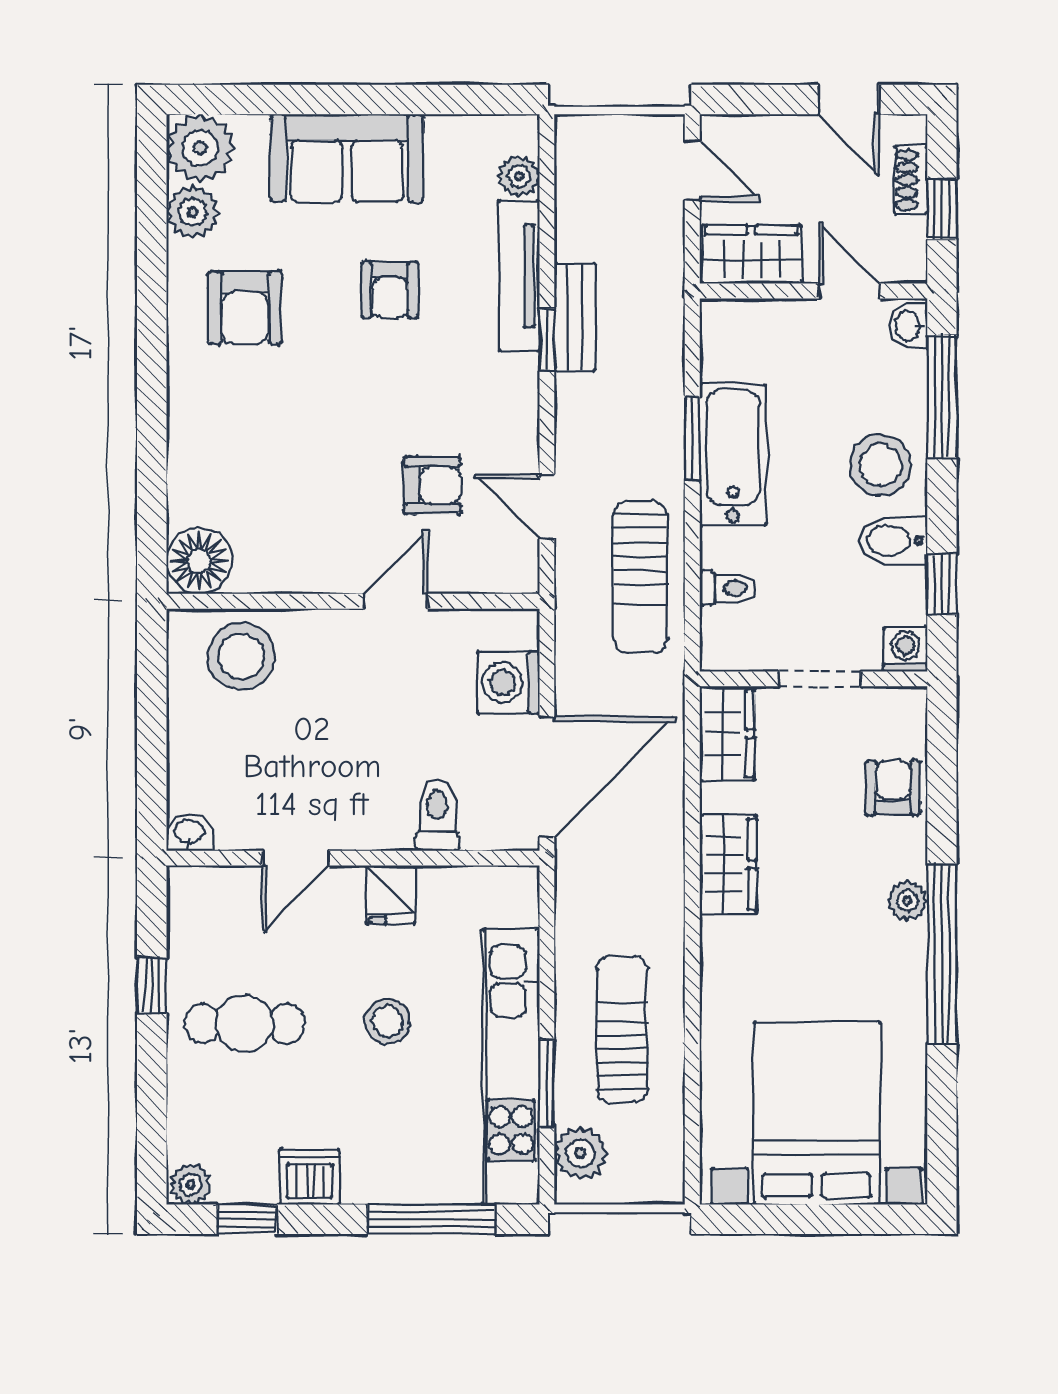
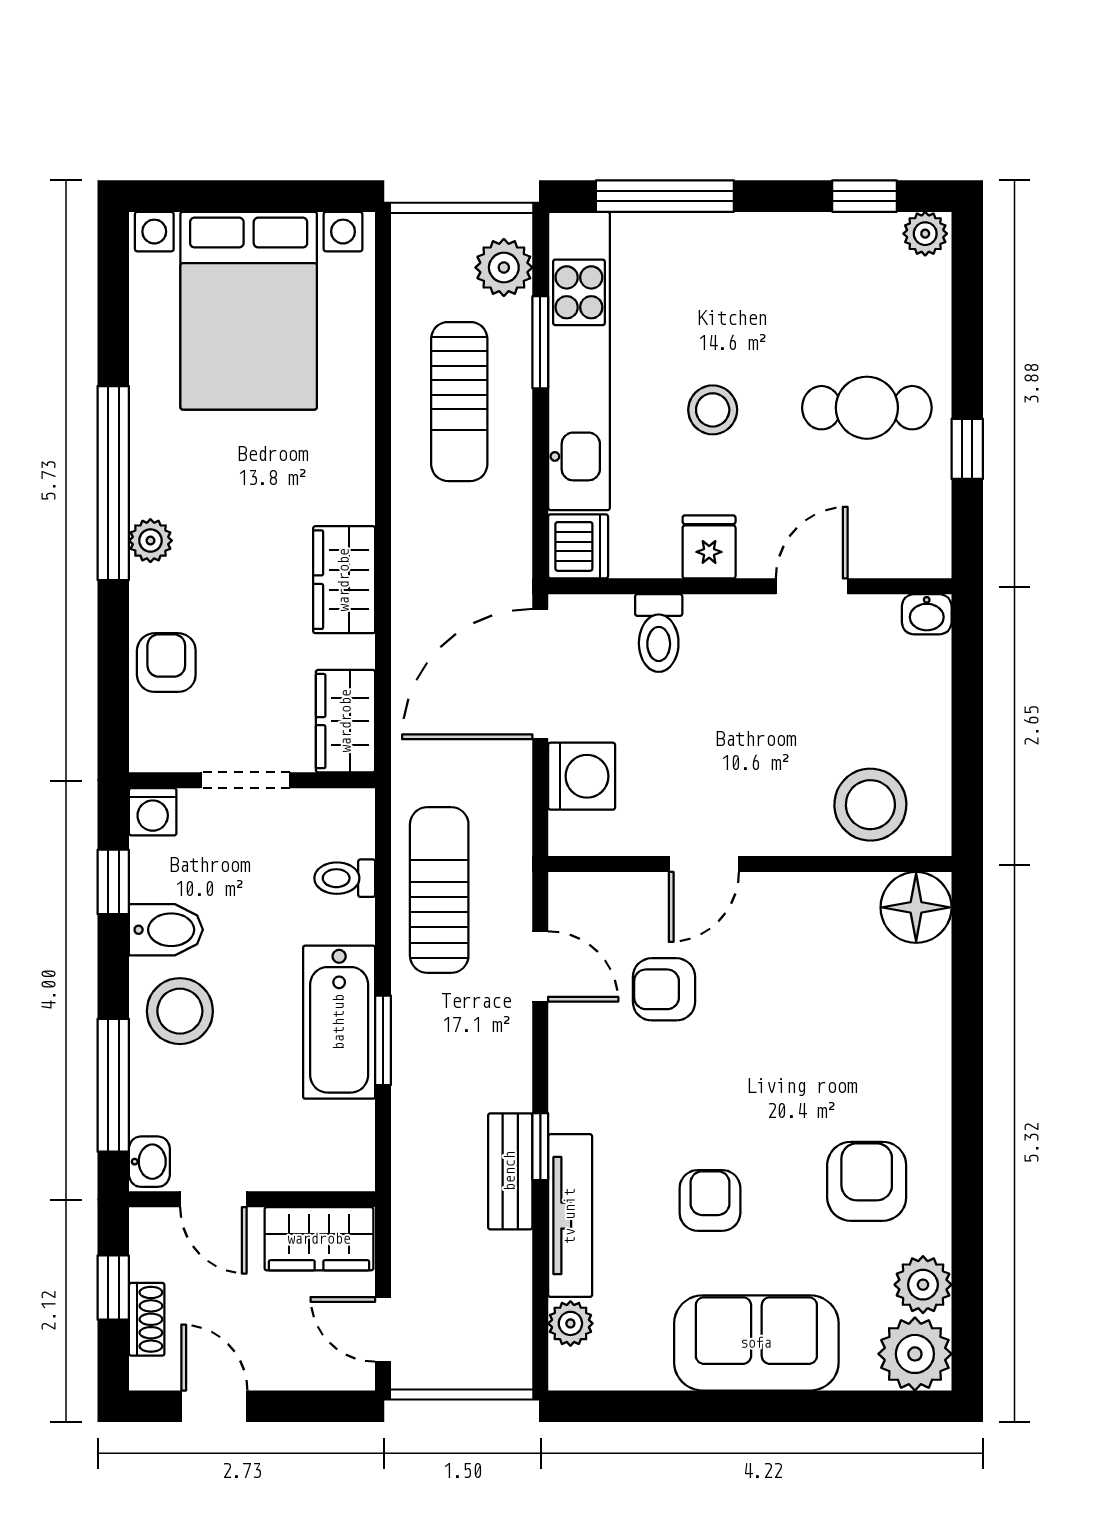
armchair: (893, 788) -> (166, 663), turned 180
dishwasher: (310, 1177) -> (578, 546), moved, turned -90

